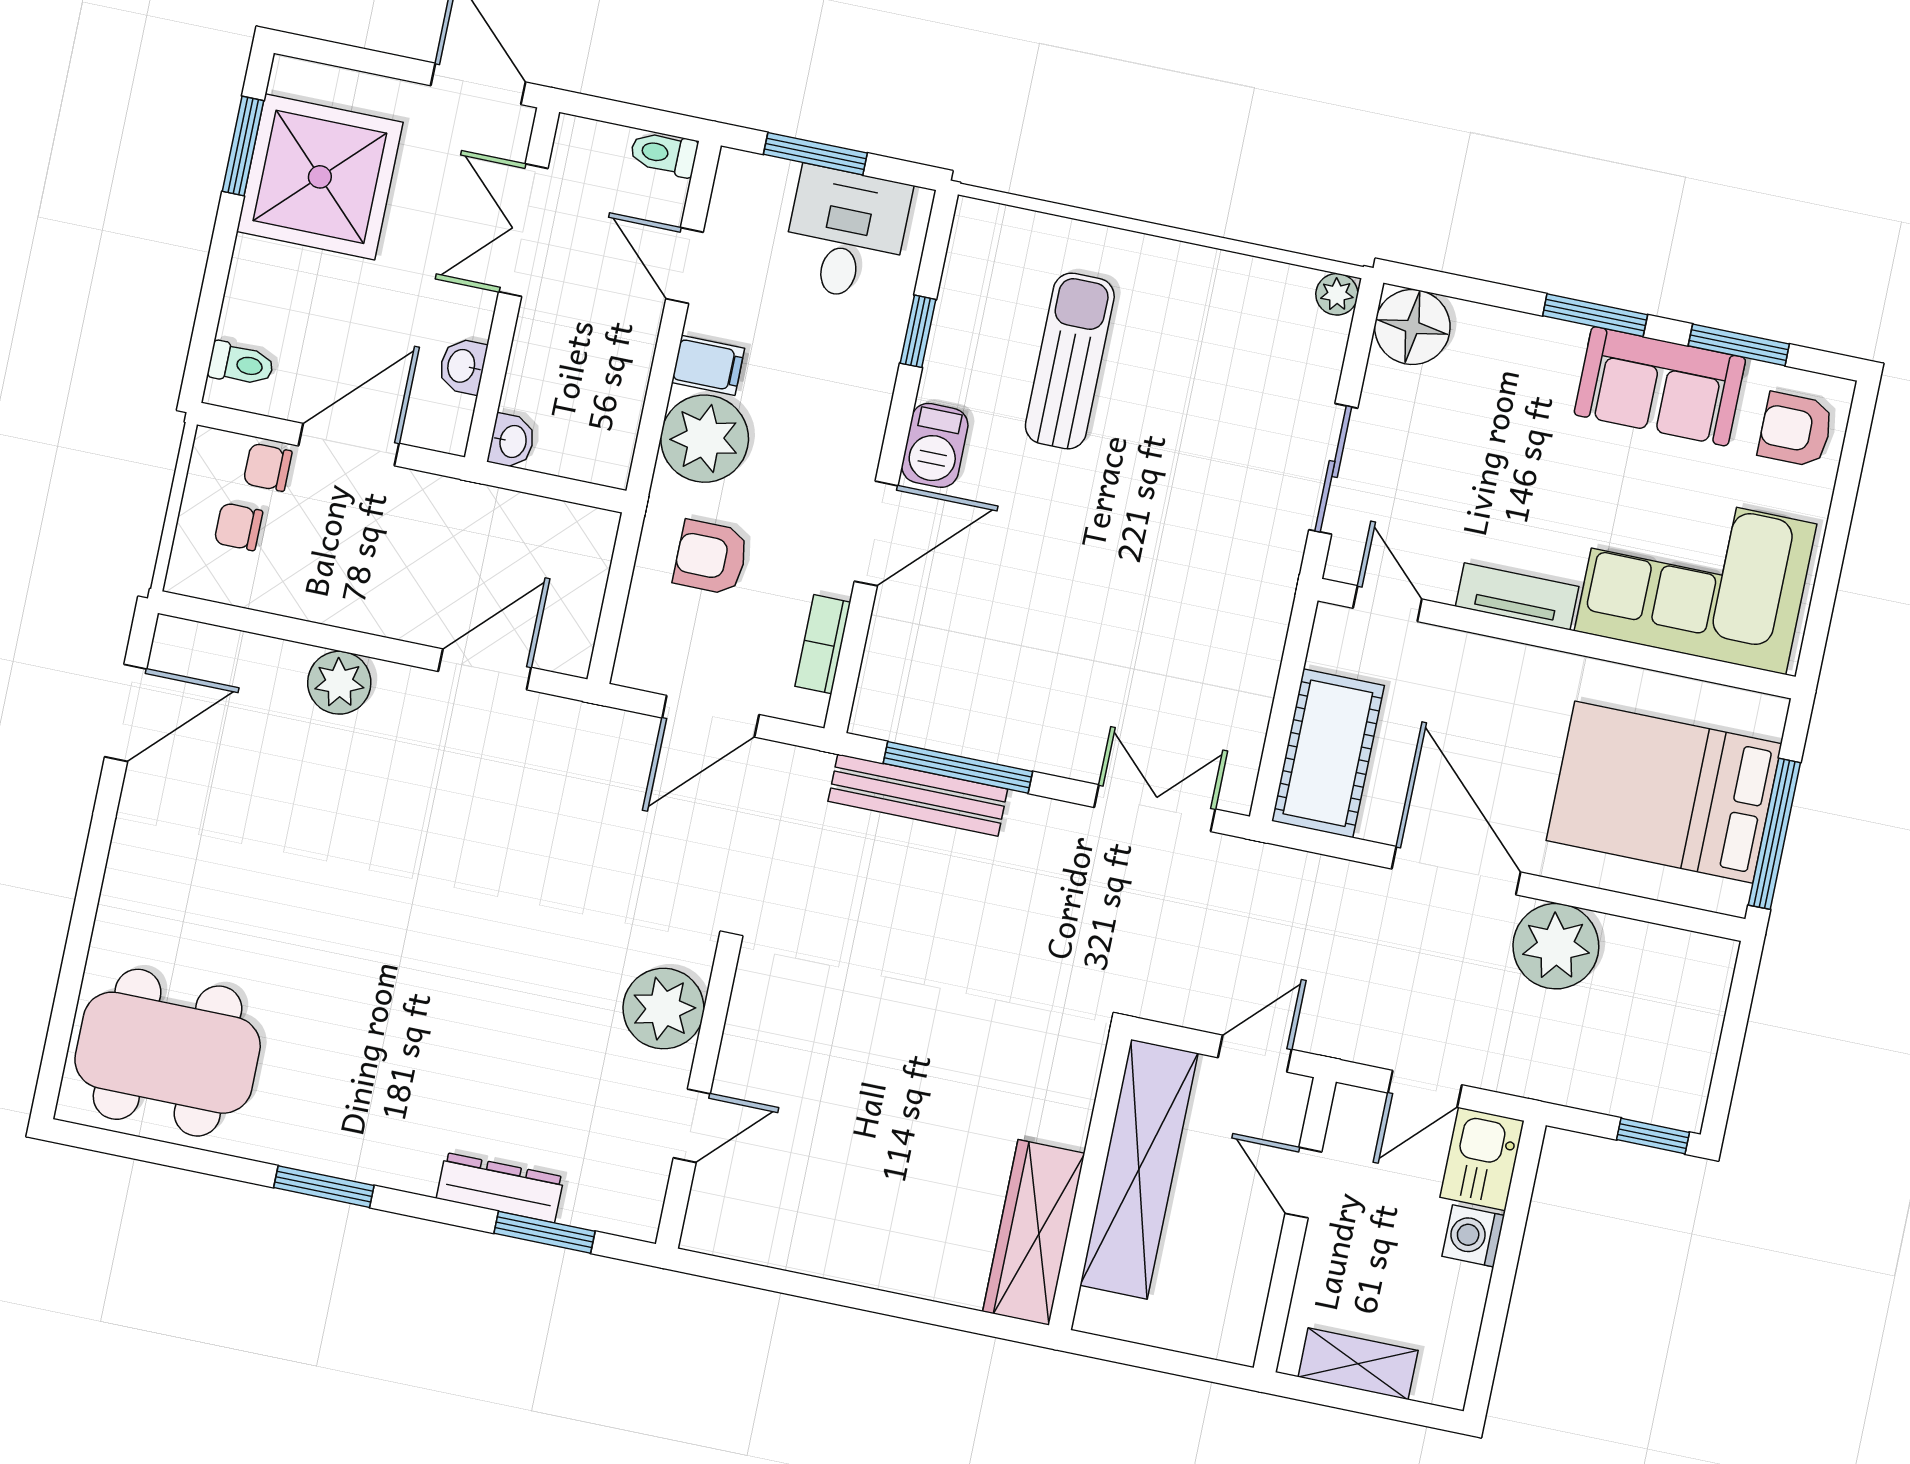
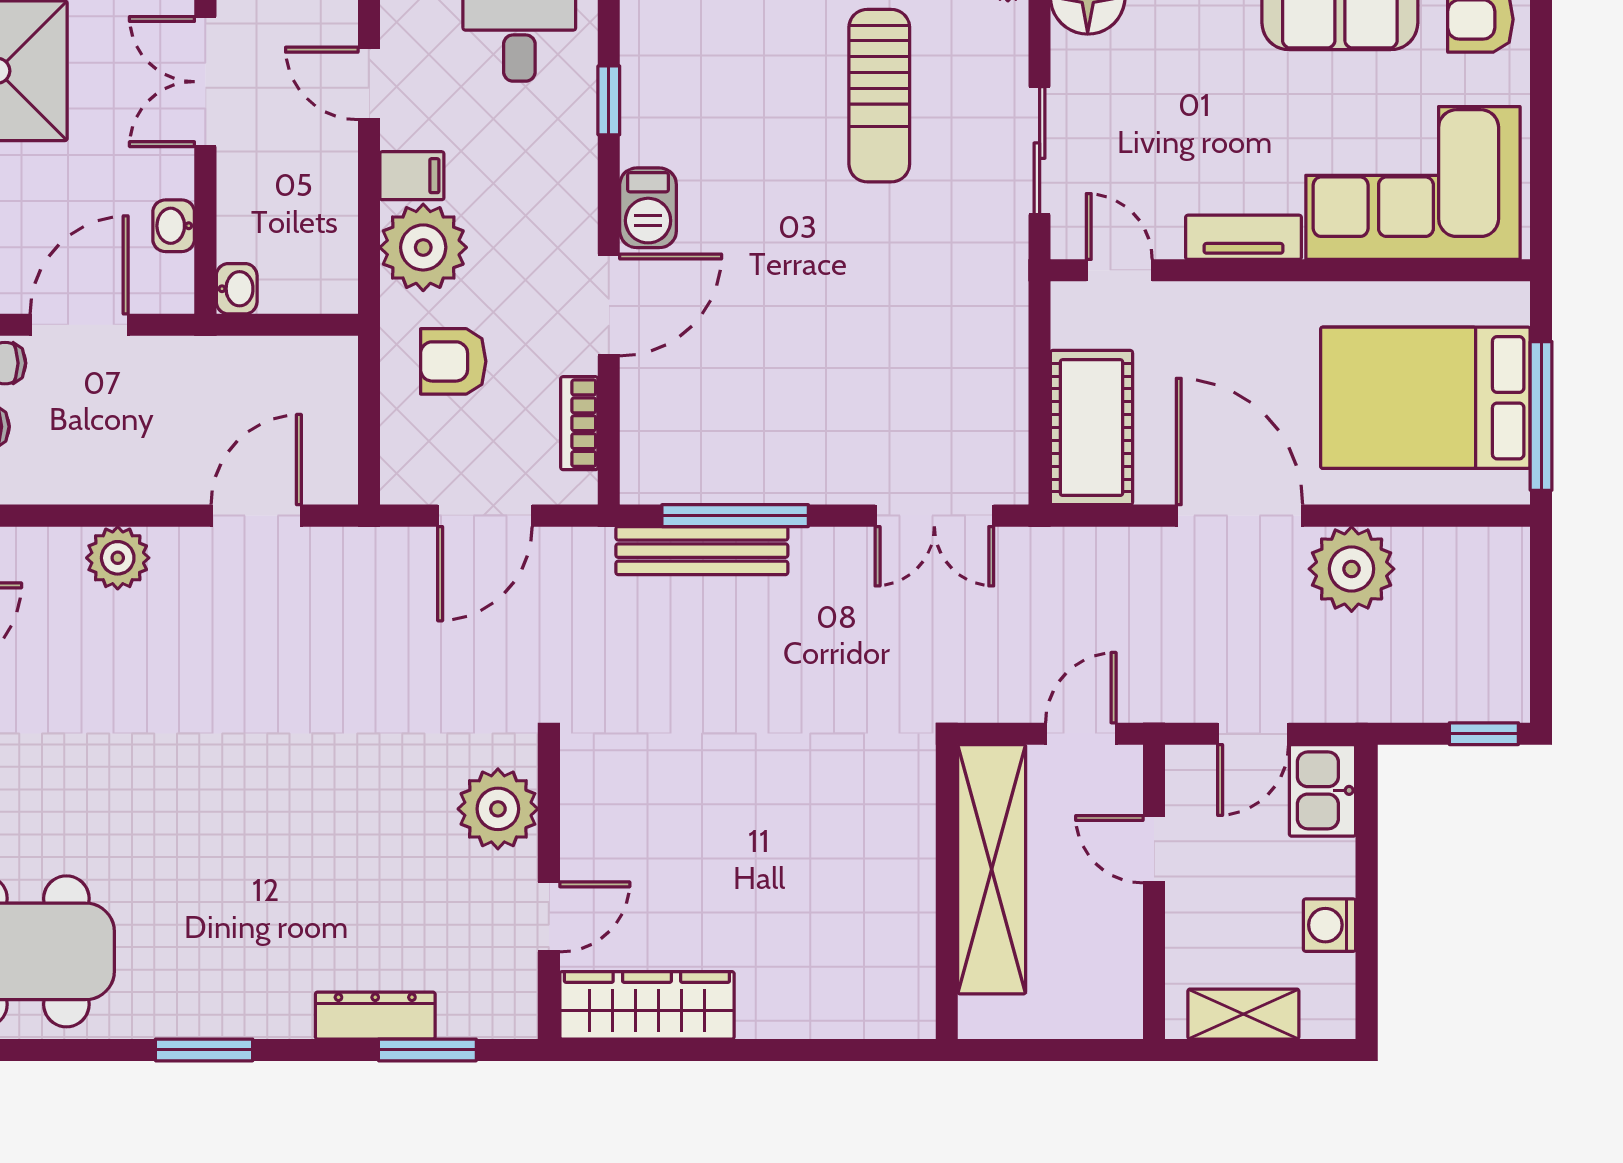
sun lounger: (1070, 361) -> (879, 96), moved, turned 180
double door: (1155, 808) -> (934, 516), swing flipped
wardrobe: (1034, 1232) -> (647, 1005), moved, turned 90
washing machine: (1473, 1236) -> (1330, 925), moved

